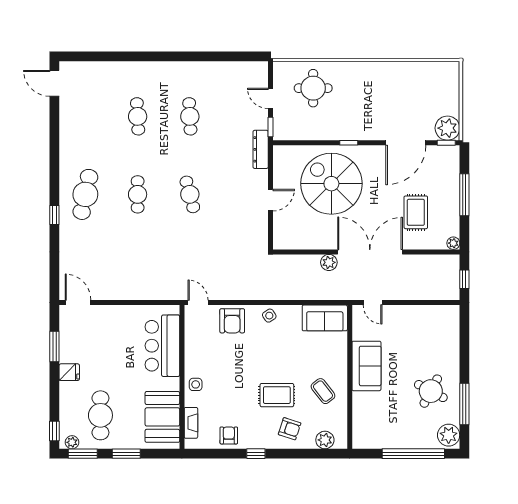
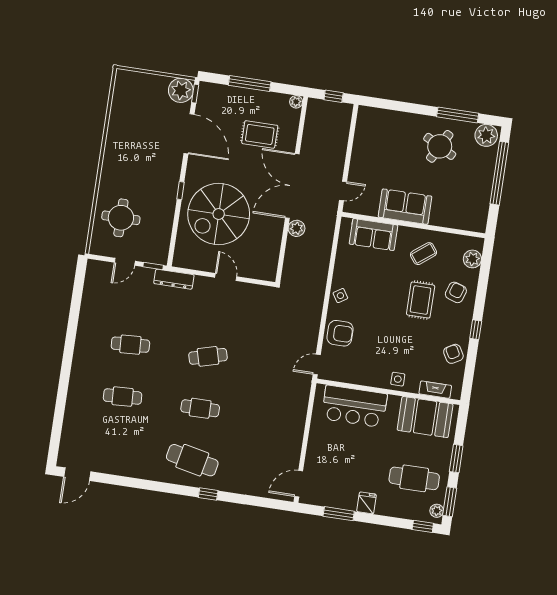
sofa: (325, 318) -> (373, 235), moved, turned 90
armchair: (229, 435) -> (453, 354), turned 60

